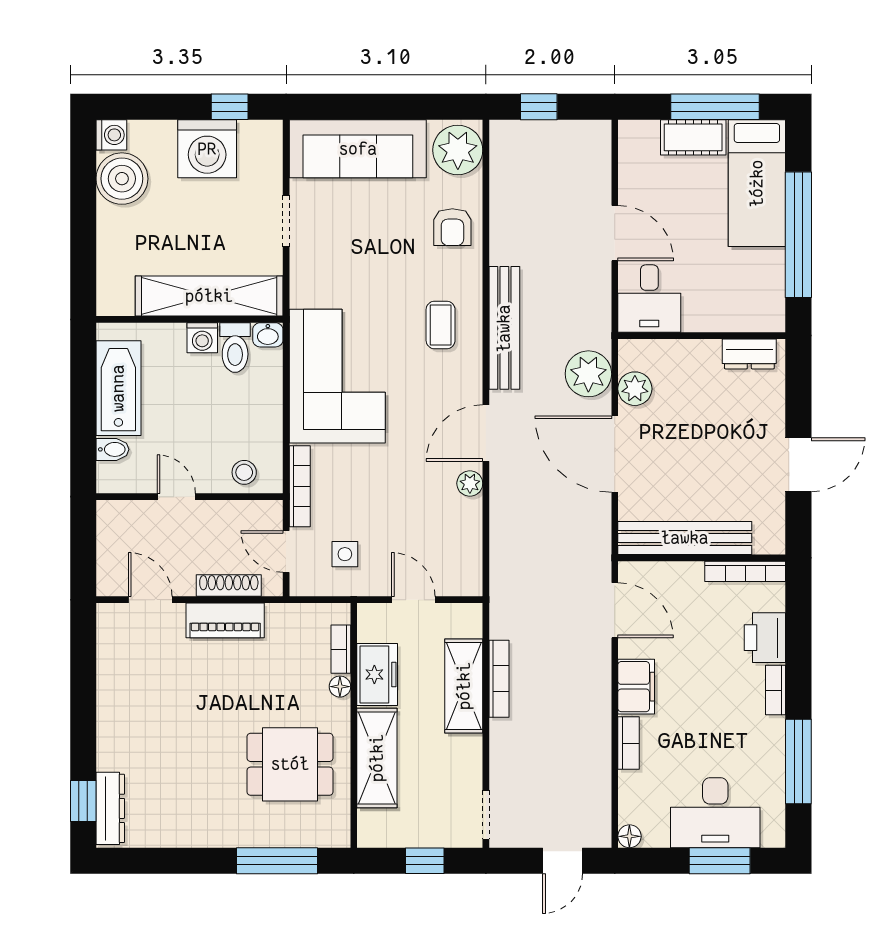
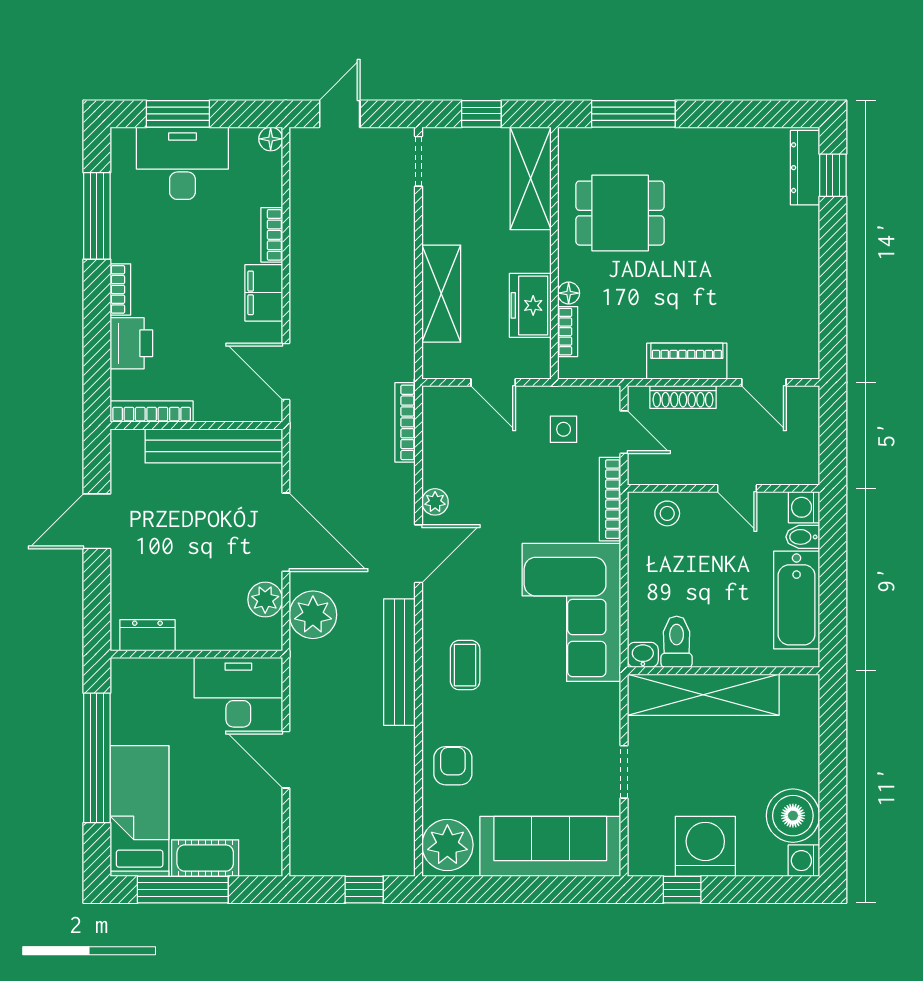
desk: (649, 299) -> (238, 692), width x1.37
washing machine: (202, 338) -> (804, 507), moved, turned -90
bookcase: (499, 679) -> (405, 422), moved
shelving: (377, 758) -> (531, 178), moved

